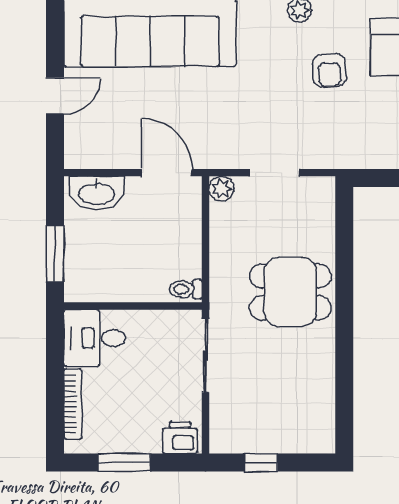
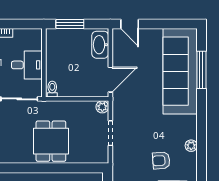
door: (55, 96) -> (130, 24), moved
desk: (95, 338) -> (27, 65), moved, turned 90

